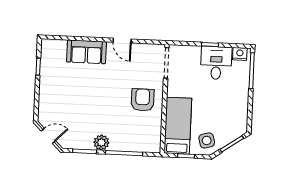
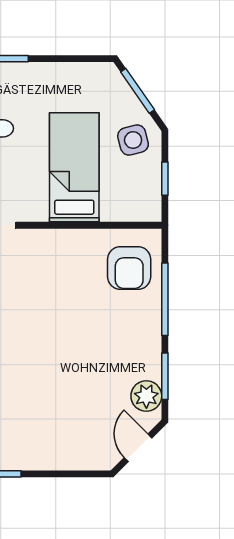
armchair: (143, 100) -> (129, 268), moved, turned -90
bed: (178, 126) -> (74, 167), moved, turned 90
plant: (101, 143) -> (146, 396), moved

